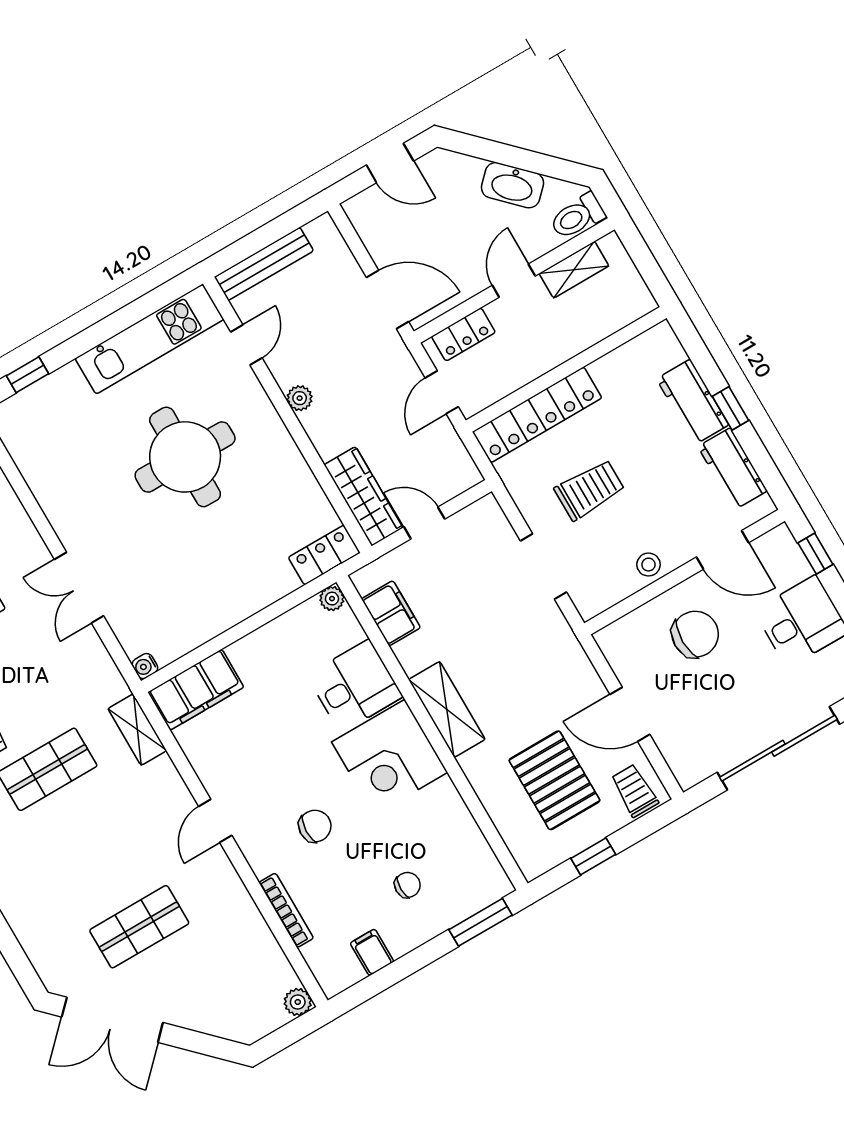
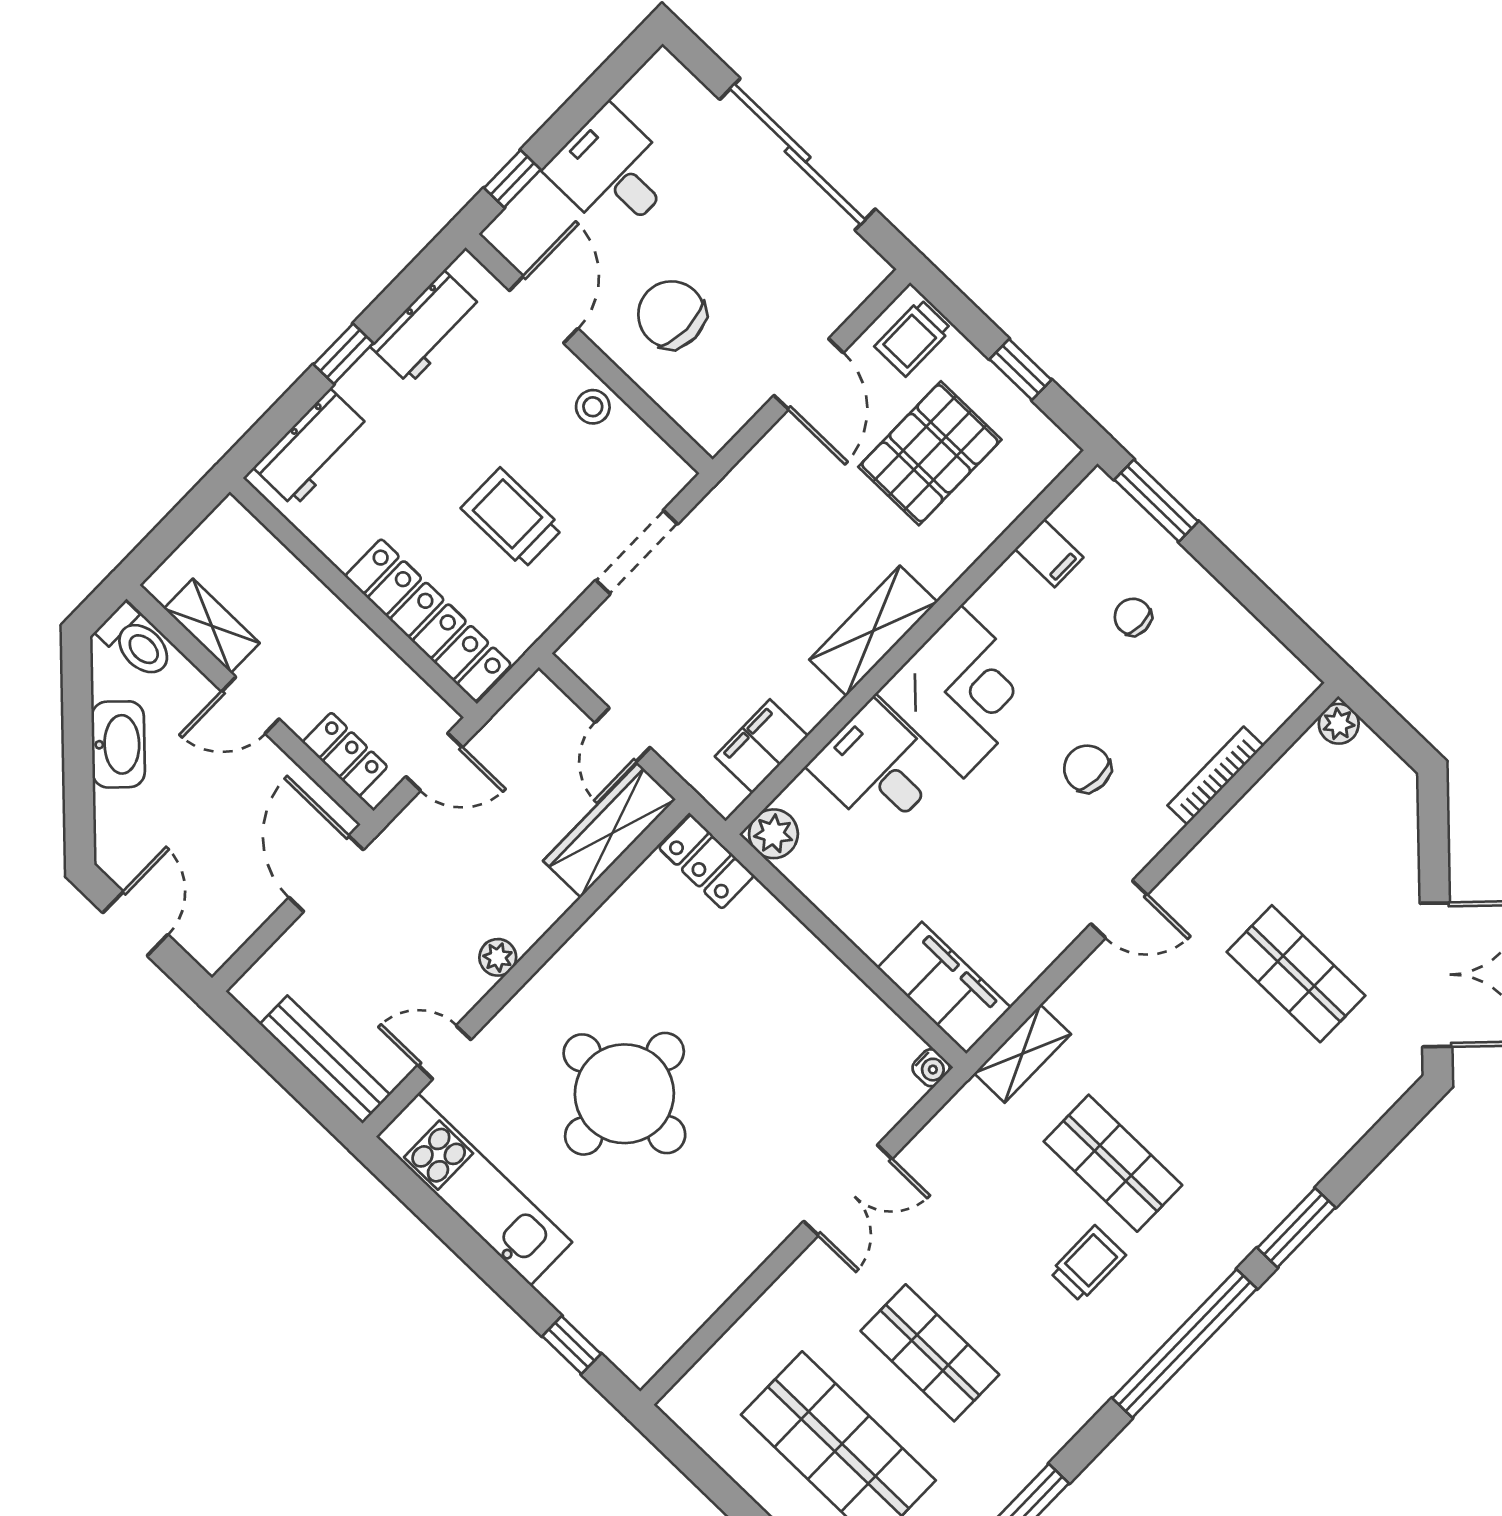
workbench: (693, 402) -> (312, 448), moved
plant: (332, 599) -> (773, 834), width x1.38, depth x1.38
filing cabinet: (372, 952) -> (1049, 553), moved, turned -90

